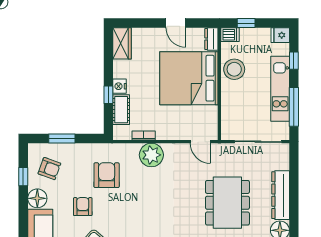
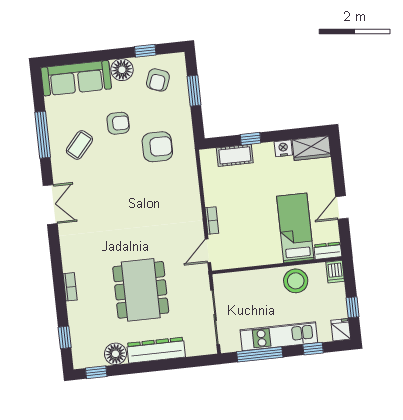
window: (246, 23) -> (353, 307), moved
bed: (189, 78) -> (295, 228), width x0.49
nightstand: (120, 86) -> (283, 148), moved
bookcase: (144, 135) -> (212, 221), moved
plant: (151, 155) -> (186, 196), removed
dining table: (227, 203) -> (141, 290), turned 90

